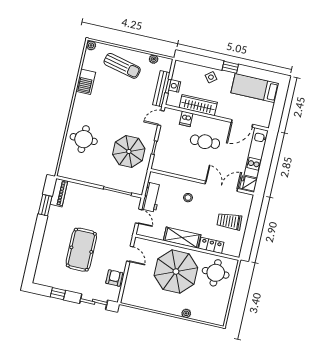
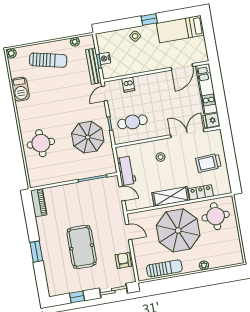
wardrobe: (198, 105) -> (134, 67), removed
cafe table: (205, 142) -> (132, 122), moved
window: (45, 205) -> (36, 252), moved
sun lounger: (149, 301) -> (164, 268), added

